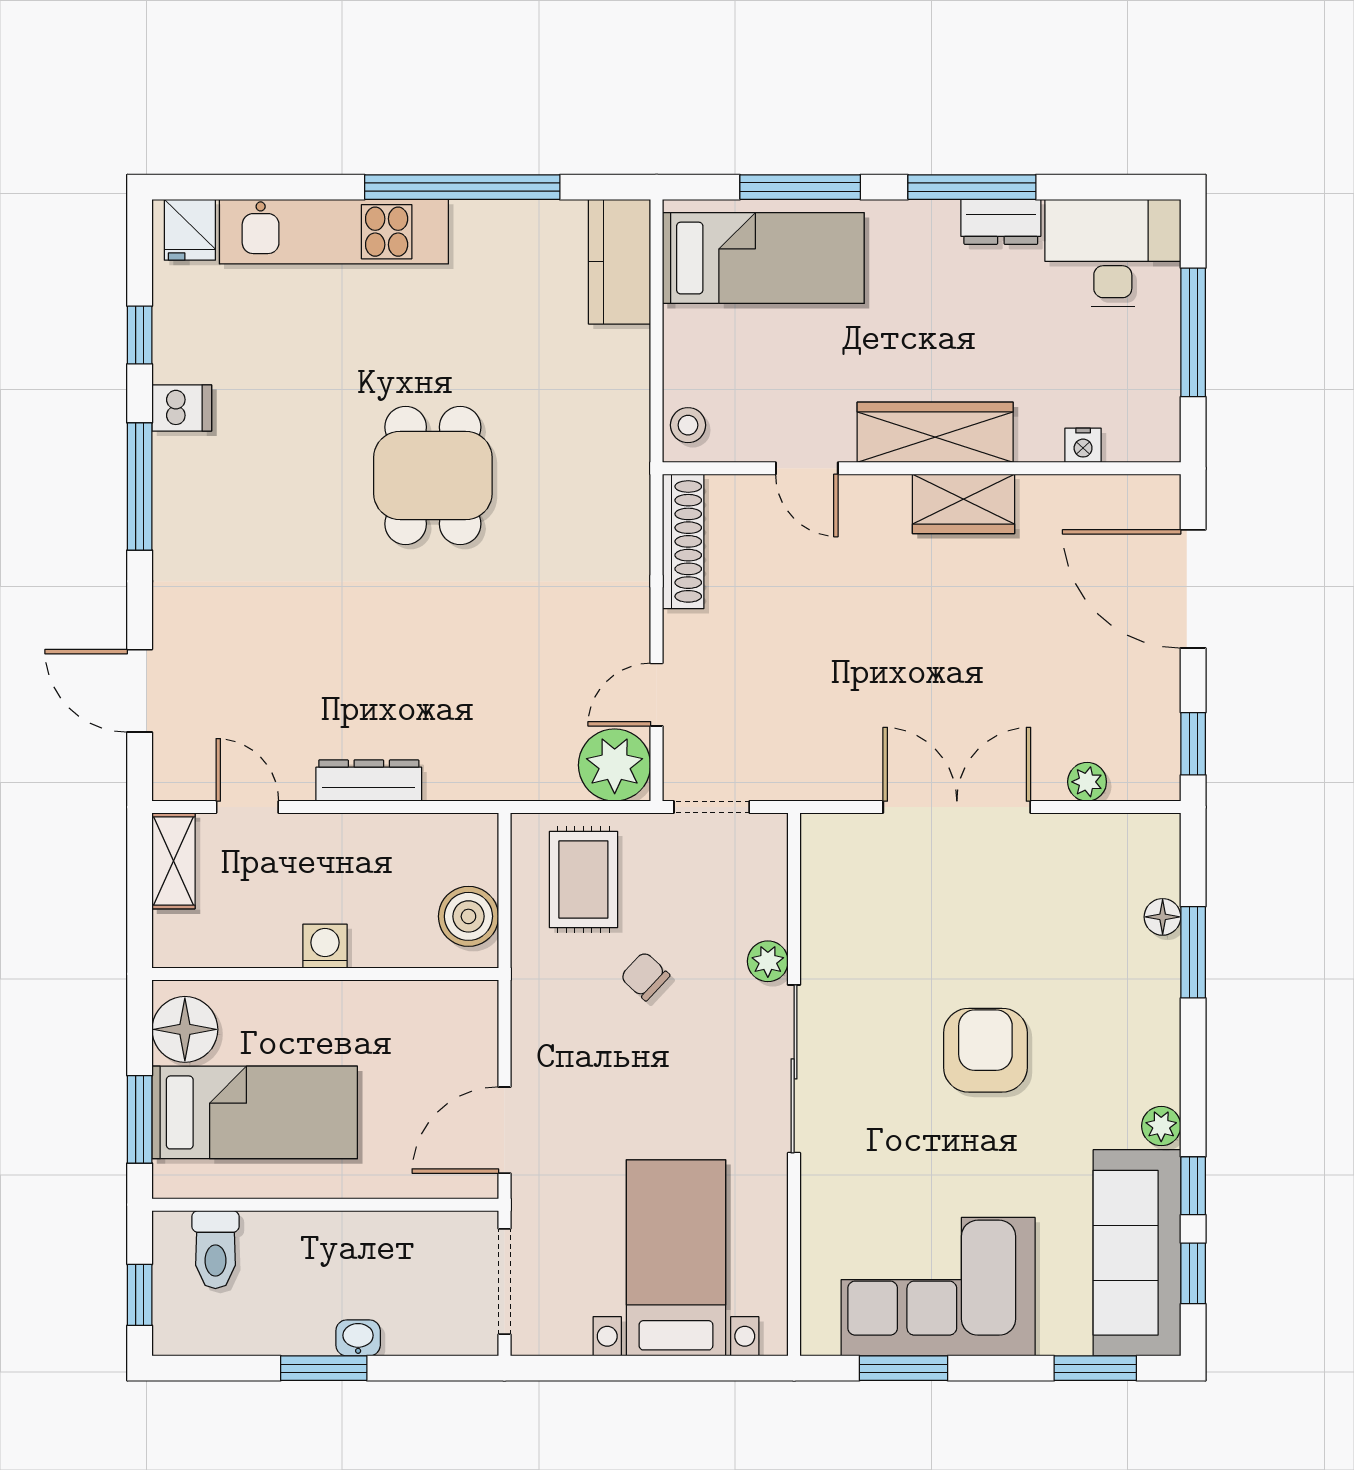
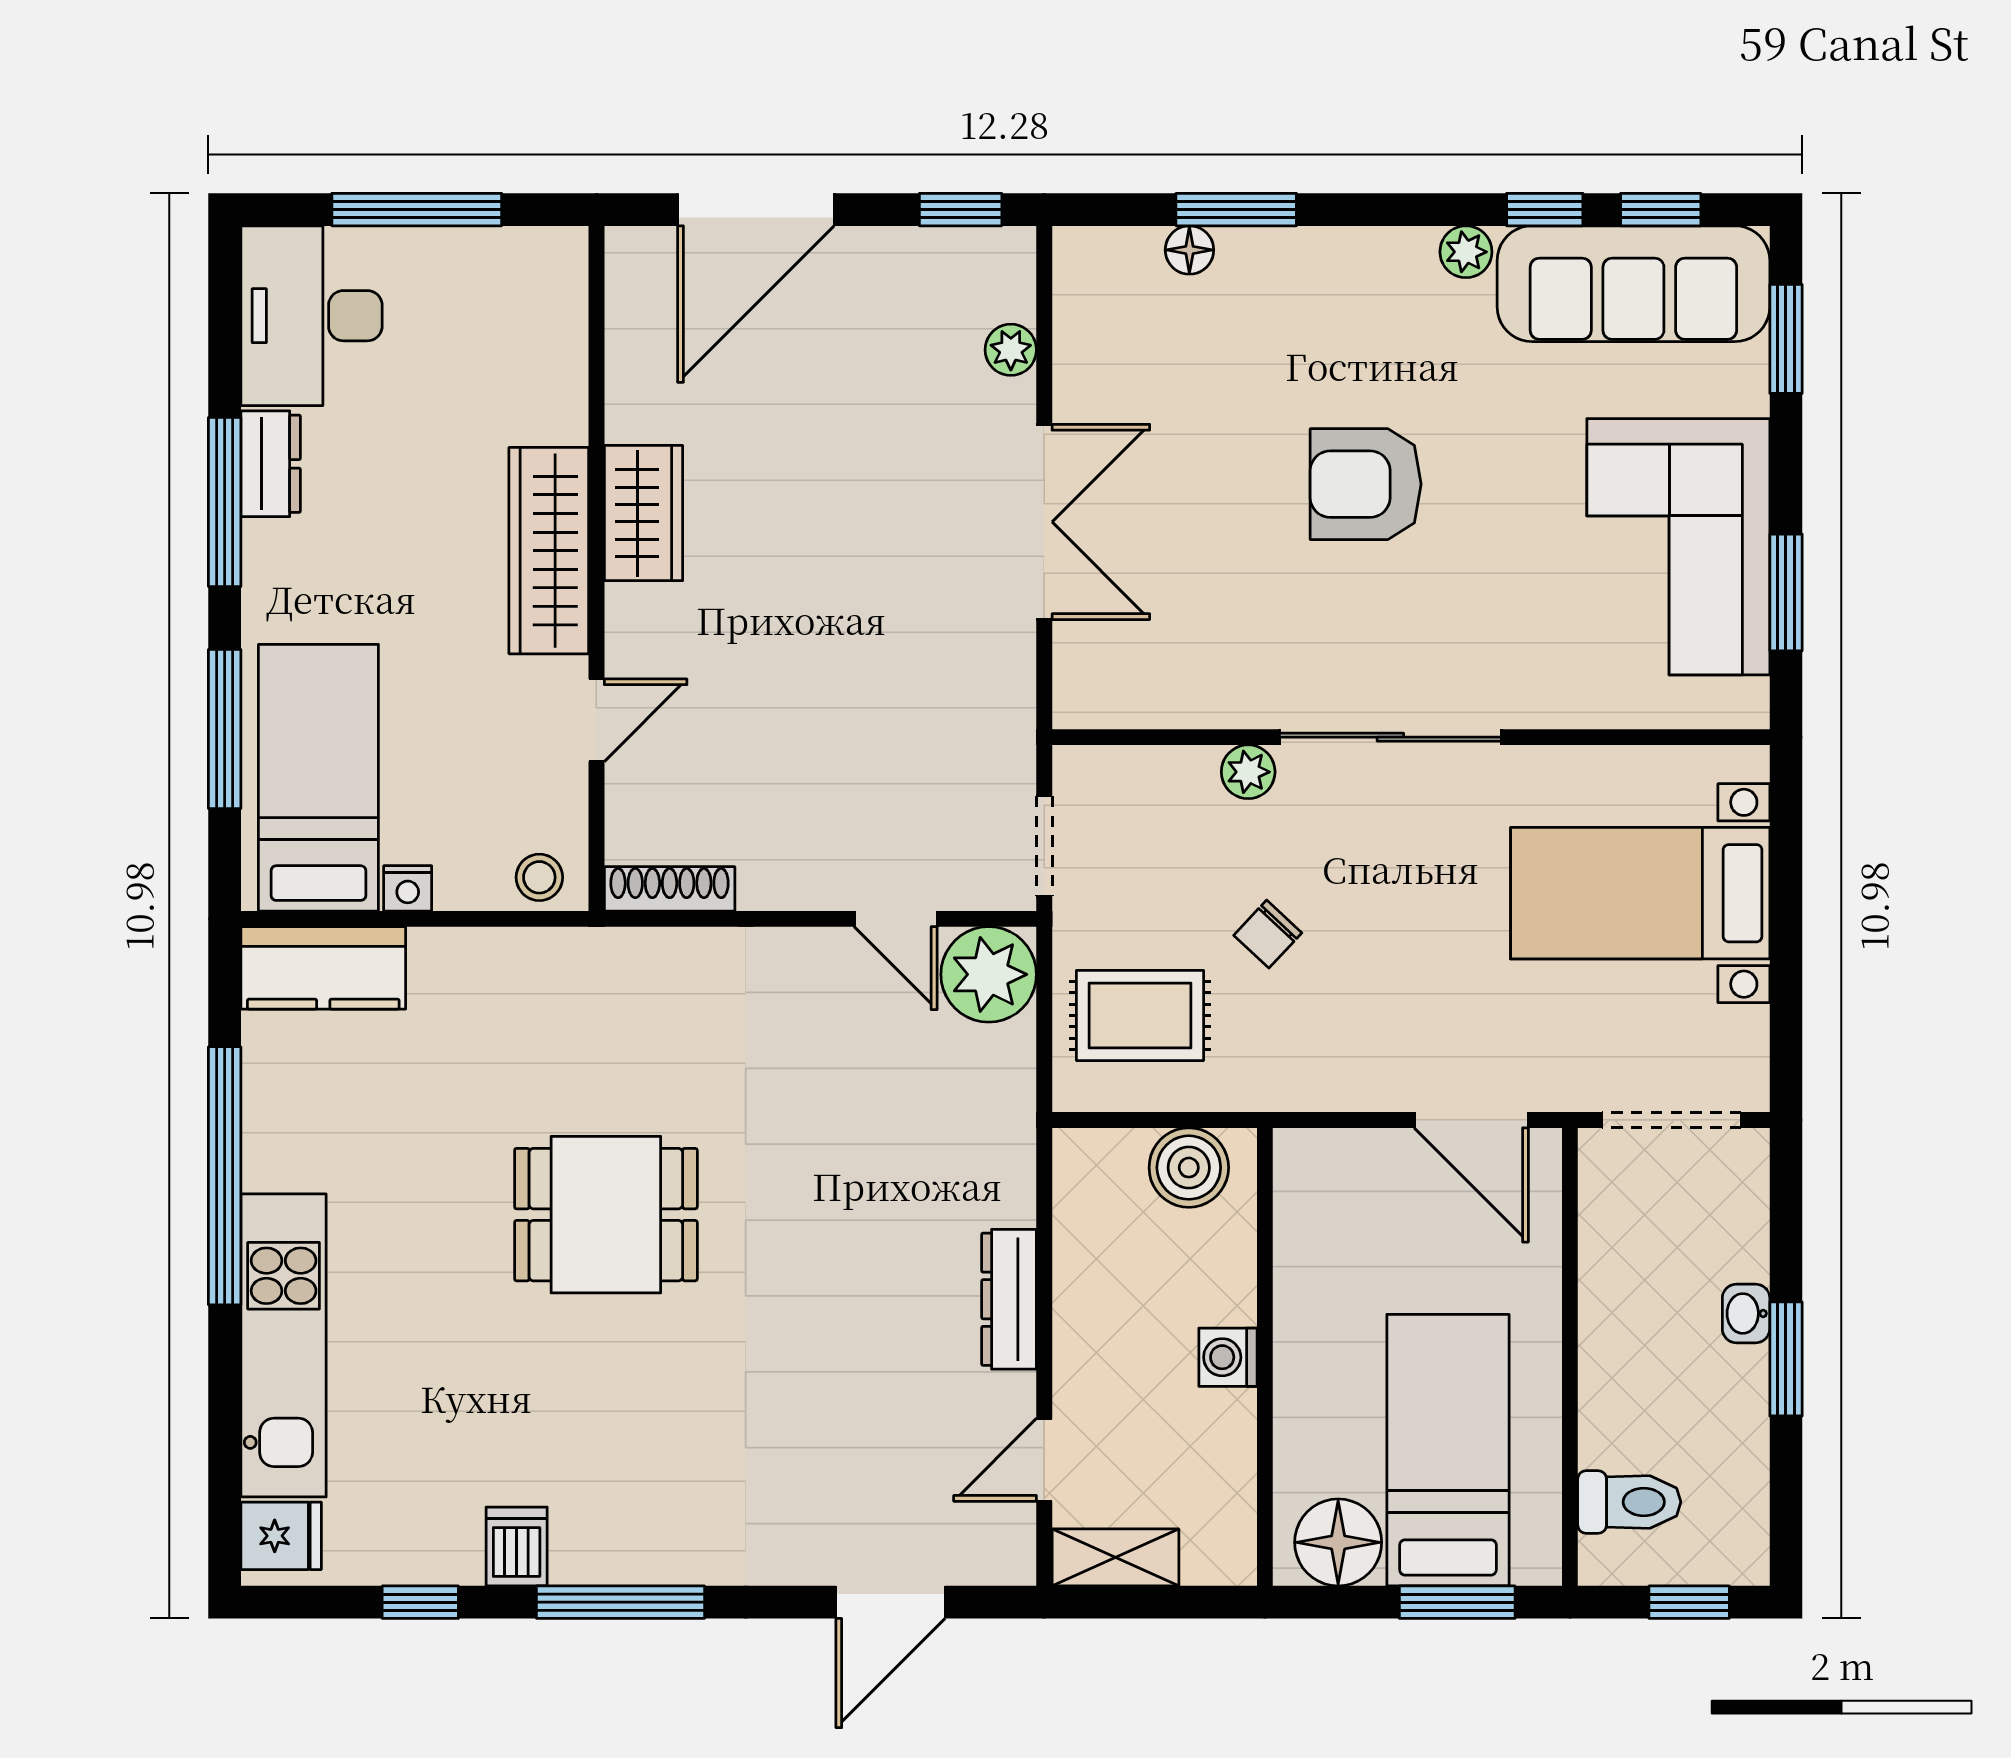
nightstand: (1083, 445) -> (408, 888), moved, turned 90
shoe rack: (683, 541) -> (670, 889), width x0.74, depth x0.81
double door: (957, 807) -> (1044, 522), swing flipped

